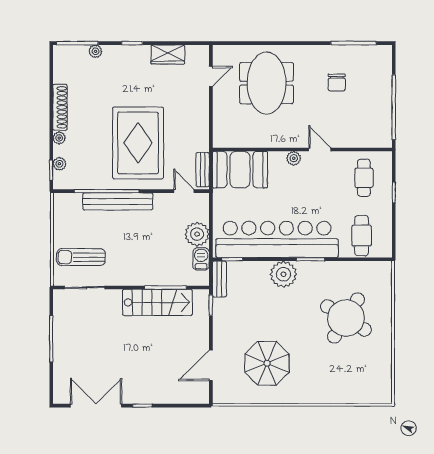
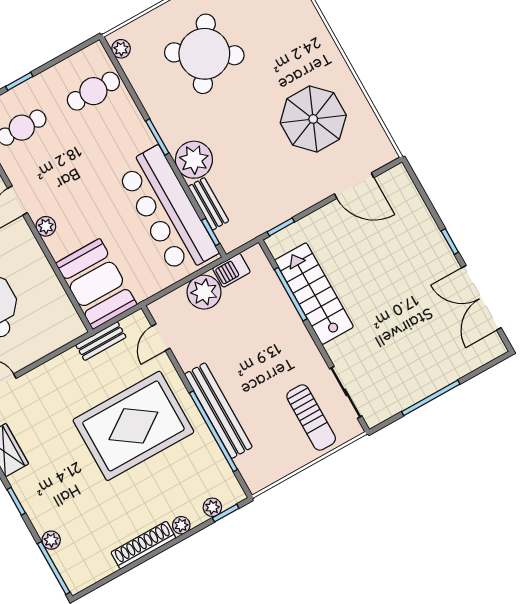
bench: (203, 170) -> (101, 341), moved
bar counter: (277, 239) -> (167, 211), width x0.73
plant: (378, 268) -> (121, 49), added
bench: (219, 279) -> (208, 204), moved, turned 90

